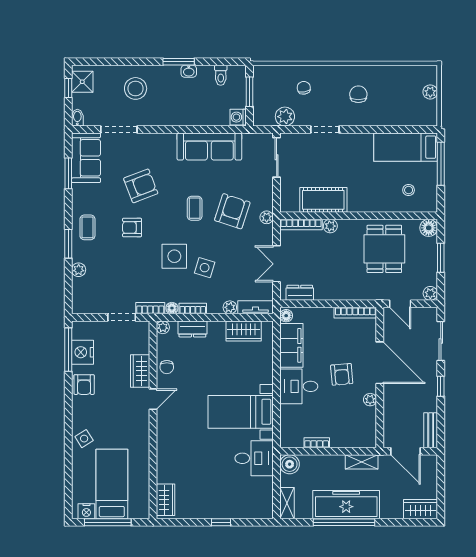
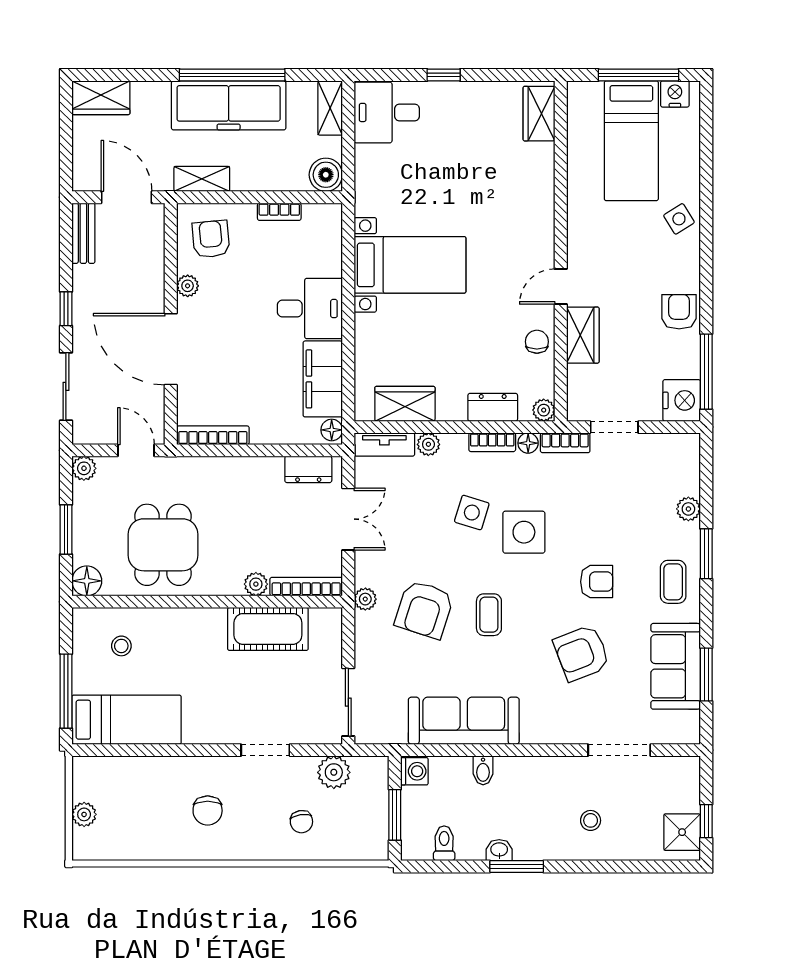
stool: (136, 88) -> (591, 820), width x0.53, depth x0.53
bidet: (77, 118) -> (483, 770), moved
sofa: (86, 158) -> (676, 666), moved
nightstand: (83, 352) -> (682, 400), moved
armchair: (342, 374) -> (211, 239), moved
desk: (254, 458) -> (387, 112), moved

